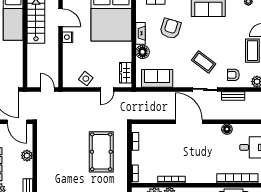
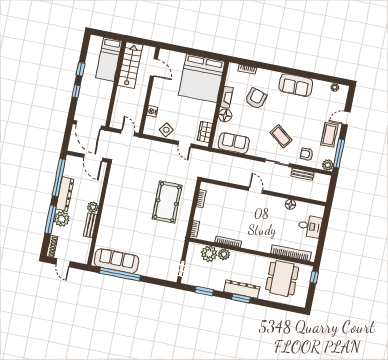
nightstand: (68, 37) -> (152, 111), moved
door: (107, 89) -> (184, 144), hinge flipped
door: (189, 122) -> (256, 190), width x0.53
plant: (27, 156) -> (93, 207), moved

